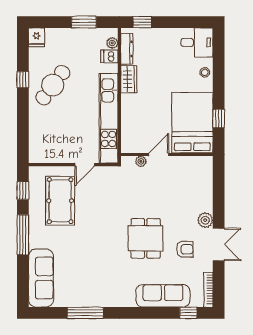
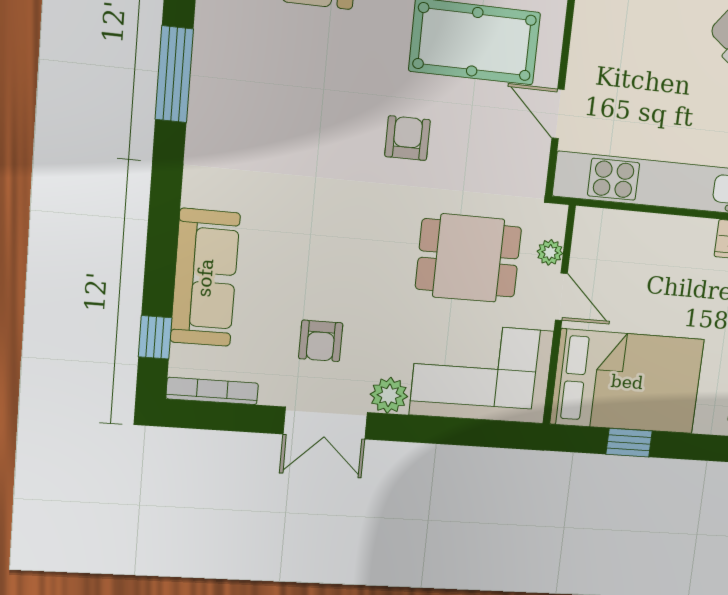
corner sofa: (193, 184) -> (482, 373), added
armchair: (100, 223) -> (407, 138), added
dining table: (146, 238) -> (469, 258), moved

